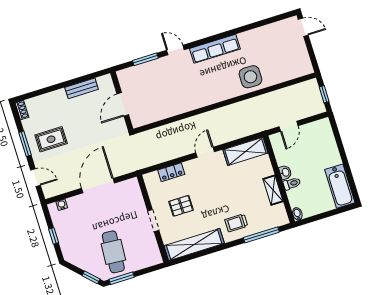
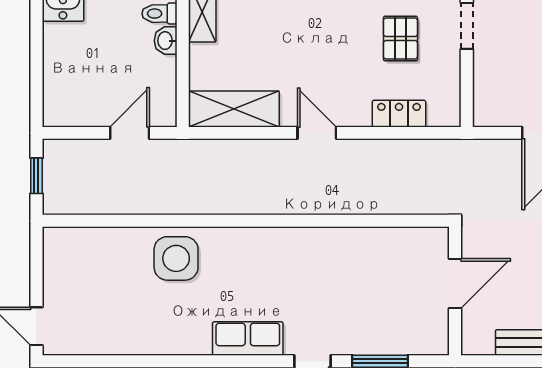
row of seats: (215, 49) -> (248, 339), width x0.68
door: (205, 152) -> (317, 133), swing flipped
pallet: (181, 206) -> (400, 39), turned 90

